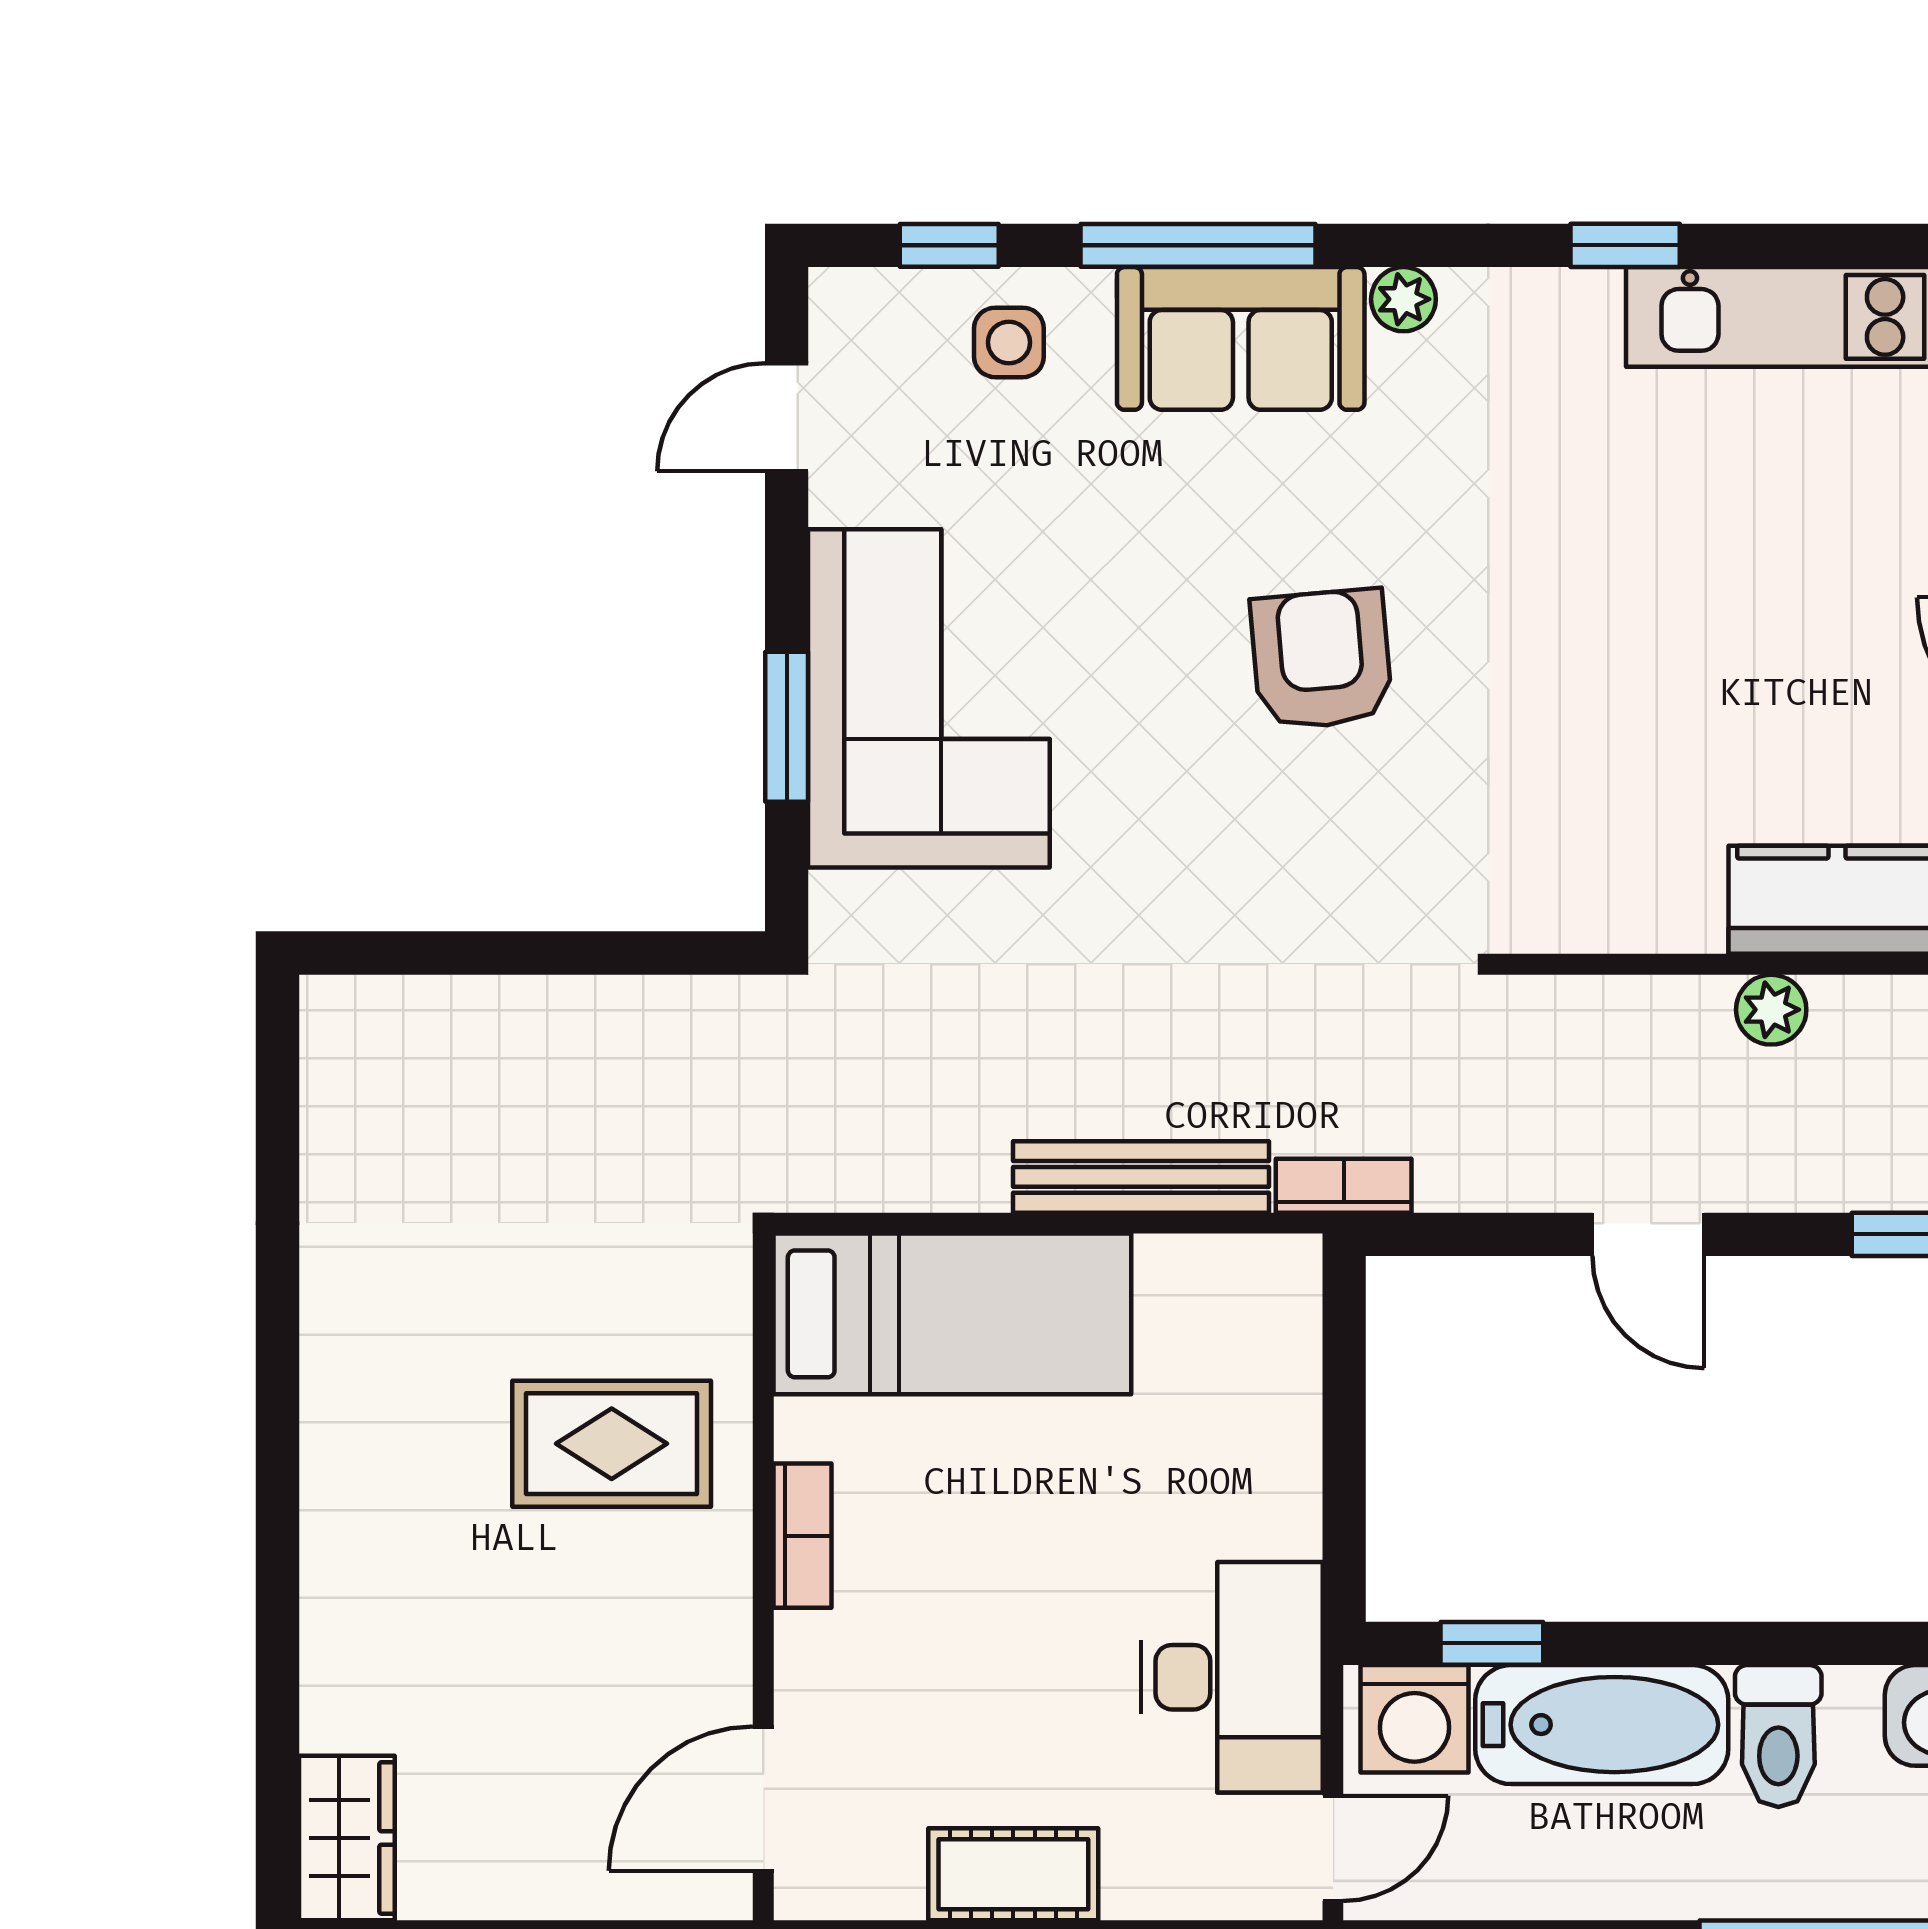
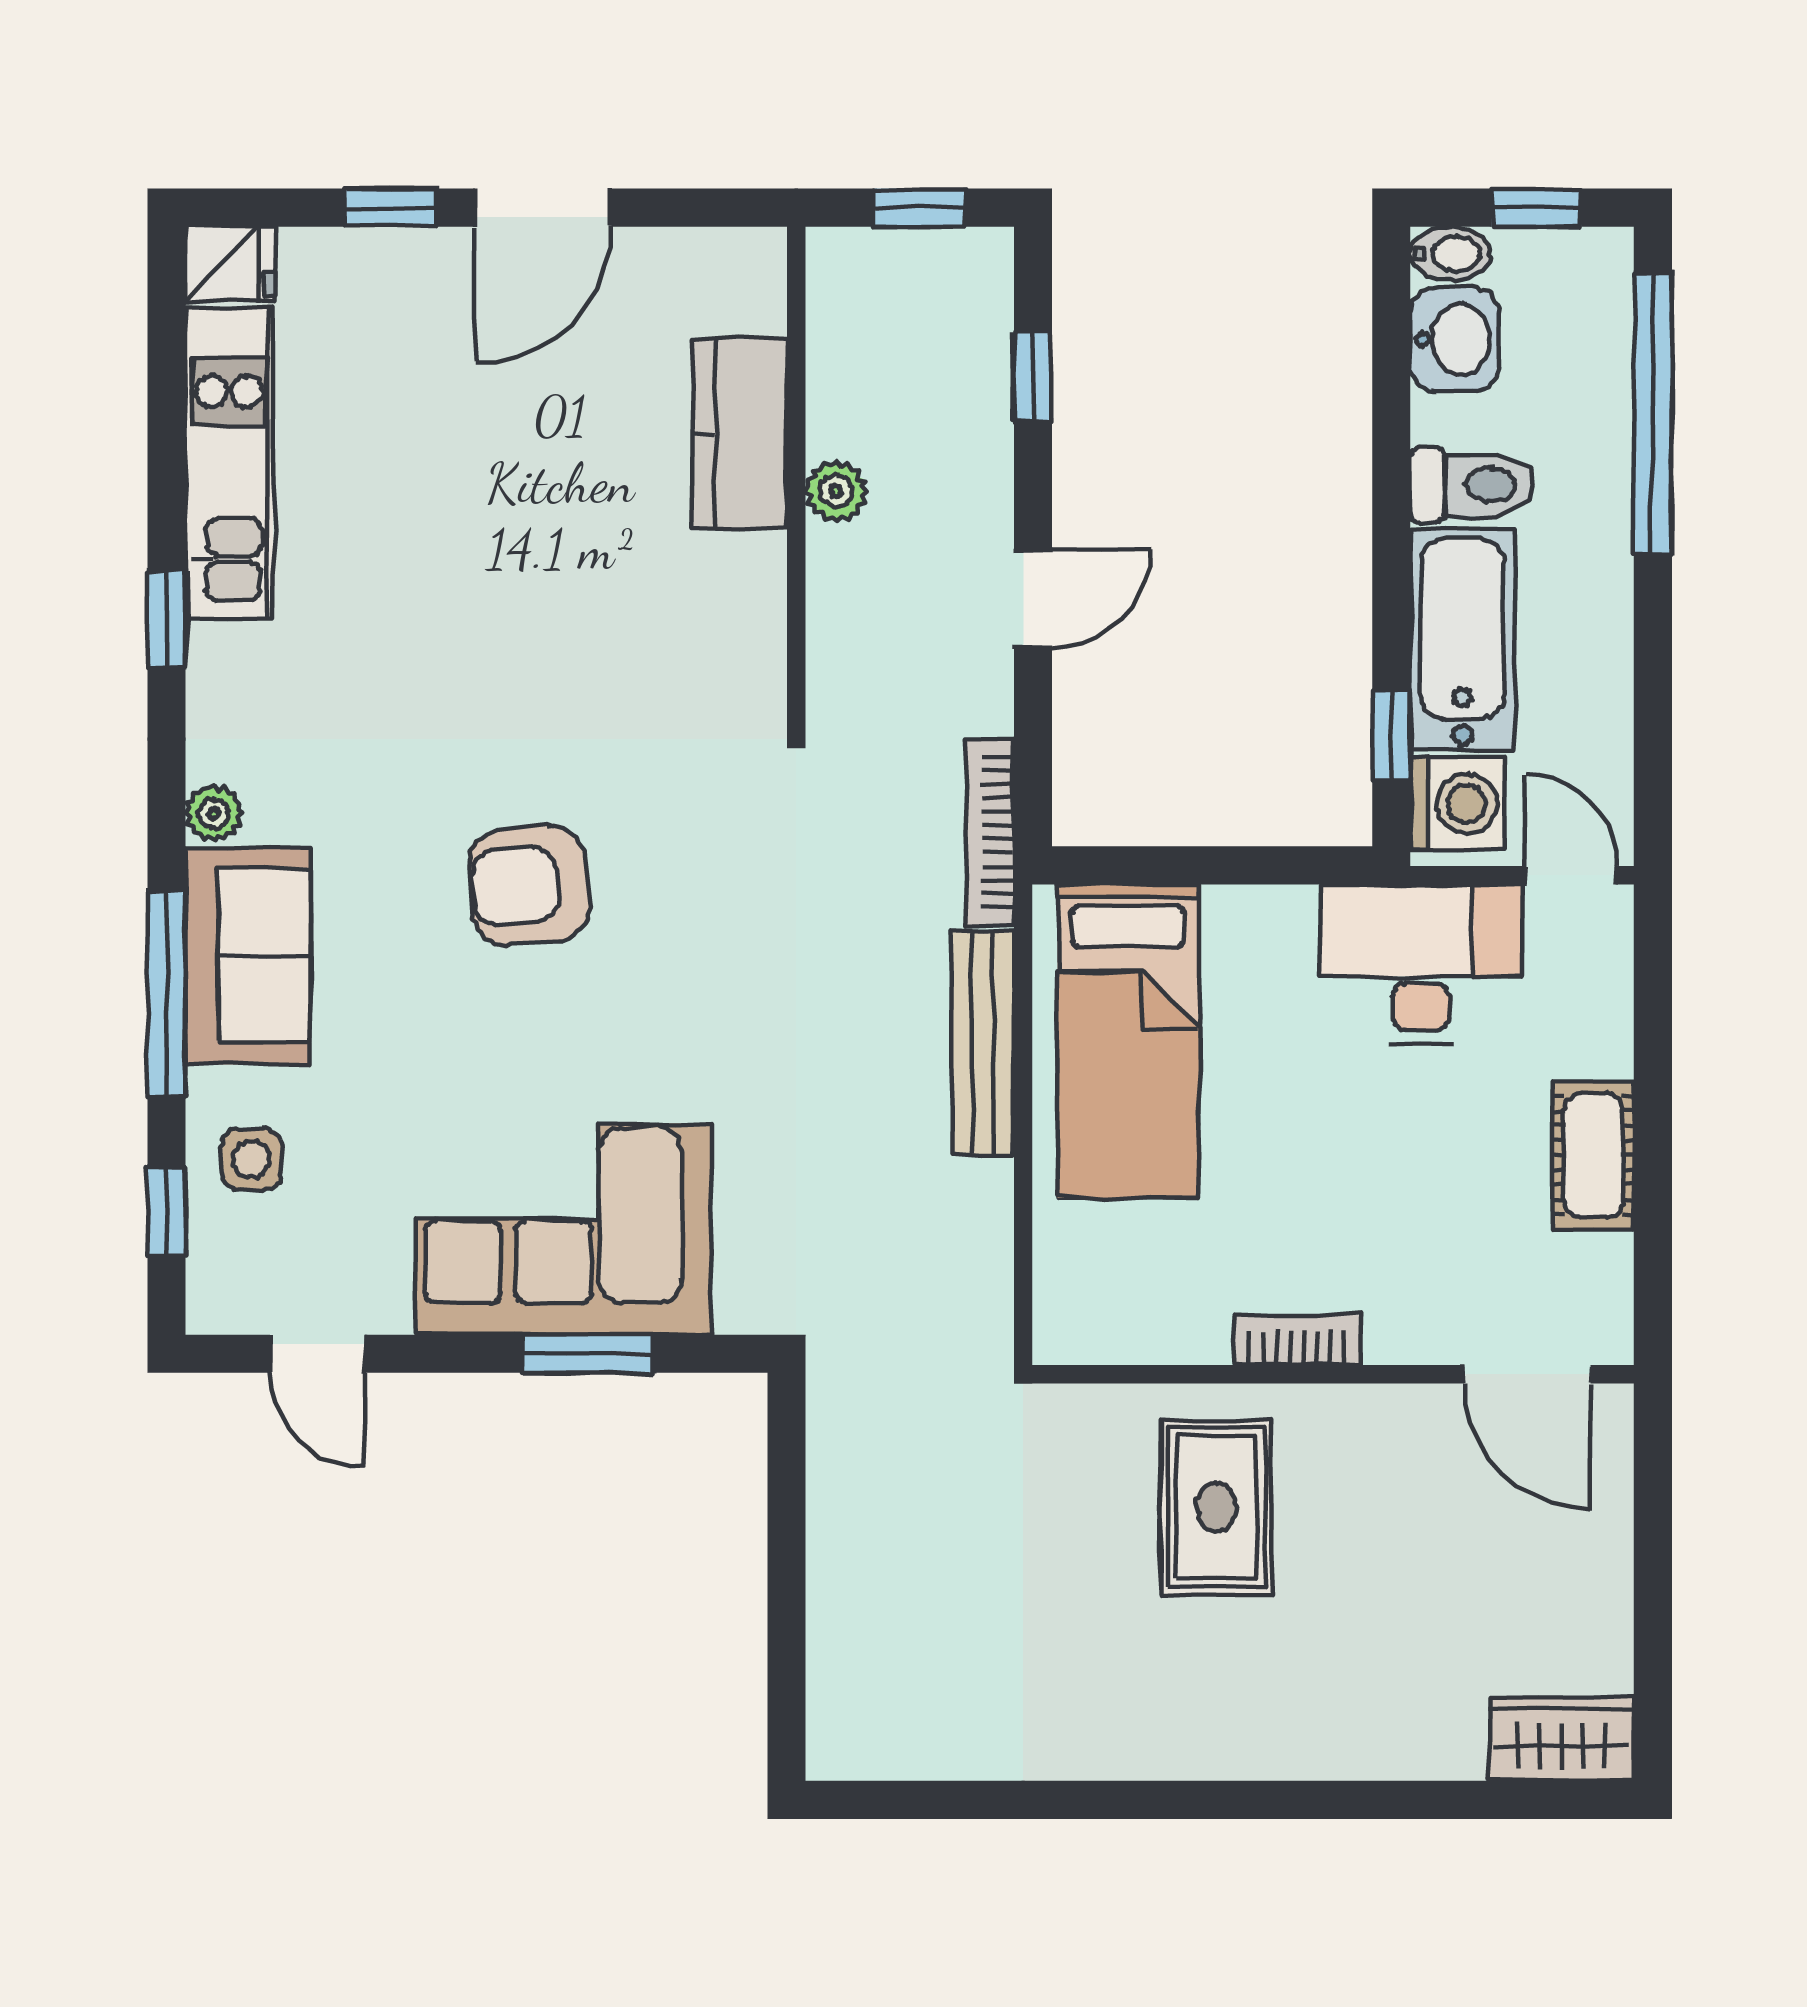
bookcase: (1344, 1186) -> (990, 832), width x1.56
bed: (952, 1314) -> (1128, 1041), moved, turned 180

